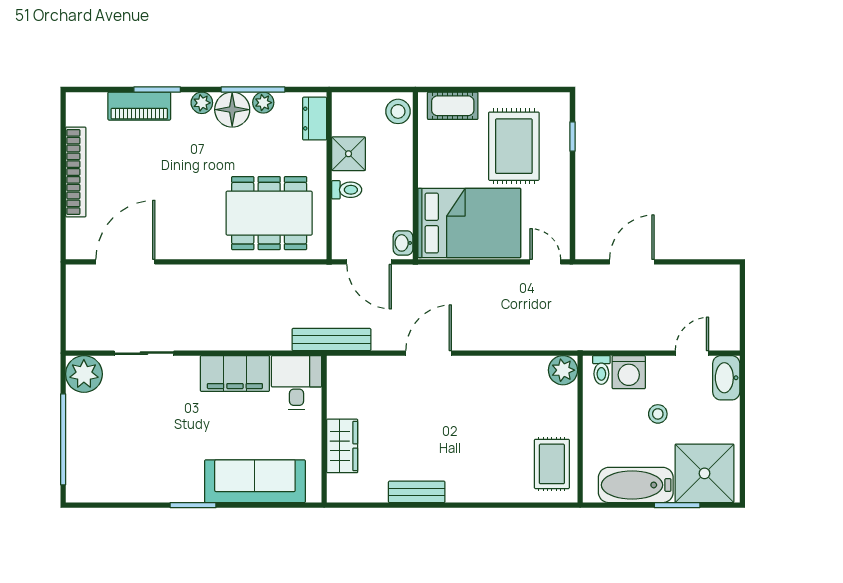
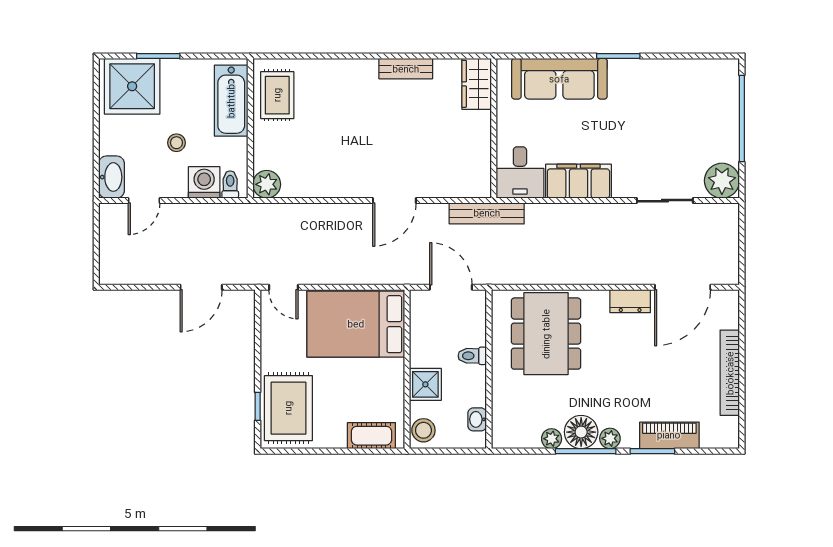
window: (253, 90) -> (586, 451), moved
dresser: (315, 119) -> (630, 301), moved, turned 90
rug: (514, 146) -> (288, 408), moved
shower: (348, 154) -> (425, 384), moved
dining table: (269, 213) -> (546, 334), turned 90
washbasin: (403, 243) -> (477, 419), moved, turned 180
wardrobe: (342, 446) -> (477, 84), moved
bathtub: (636, 485) -> (231, 101), moved, turned 90

